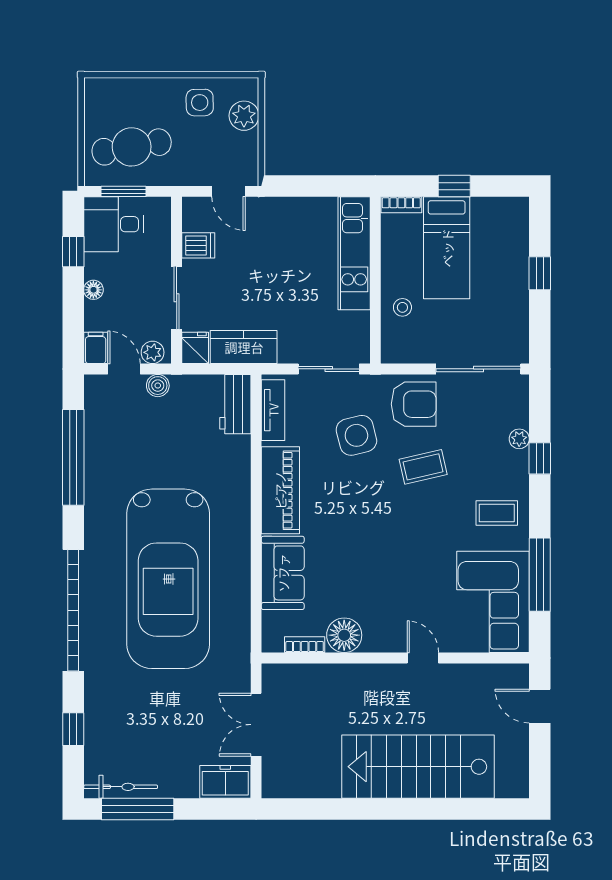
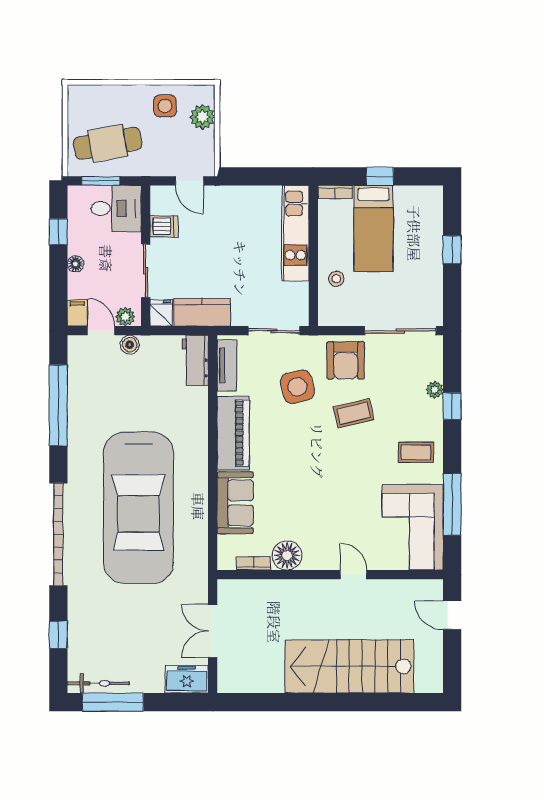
desk: (113, 224) -> (116, 209), moved, turned 180
armchair: (414, 404) -> (346, 360), turned 90

